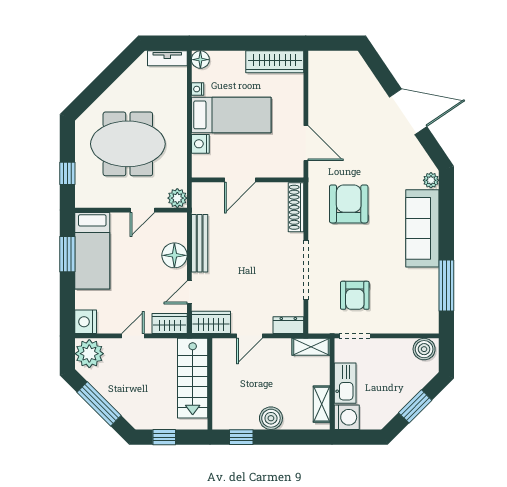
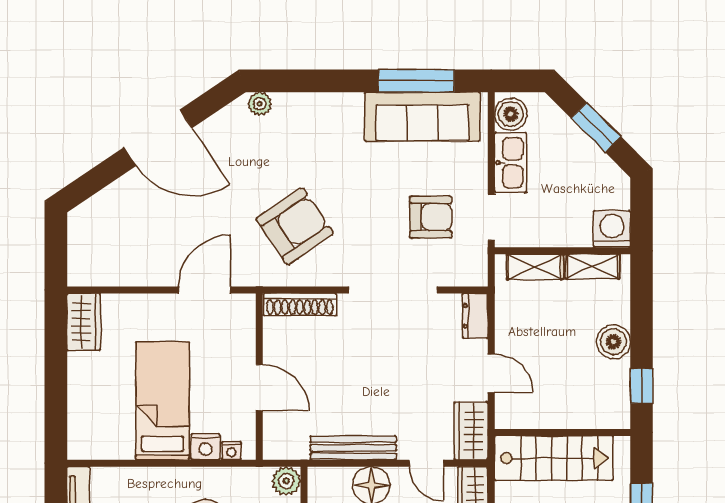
floor lamp: (200, 60) -> (80, 447), removed
wardrobe: (275, 62) -> (84, 322), width x0.67
nightstand: (198, 89) -> (231, 451), moved
door: (408, 112) -> (158, 138), swing flipped
armchair: (349, 204) -> (295, 226), turned 146
sofa: (422, 228) -> (422, 117), moved
shelving: (311, 347) -> (535, 267), moved, turned 90
kitchen sink: (345, 383) -> (510, 163), moved, turned 90

